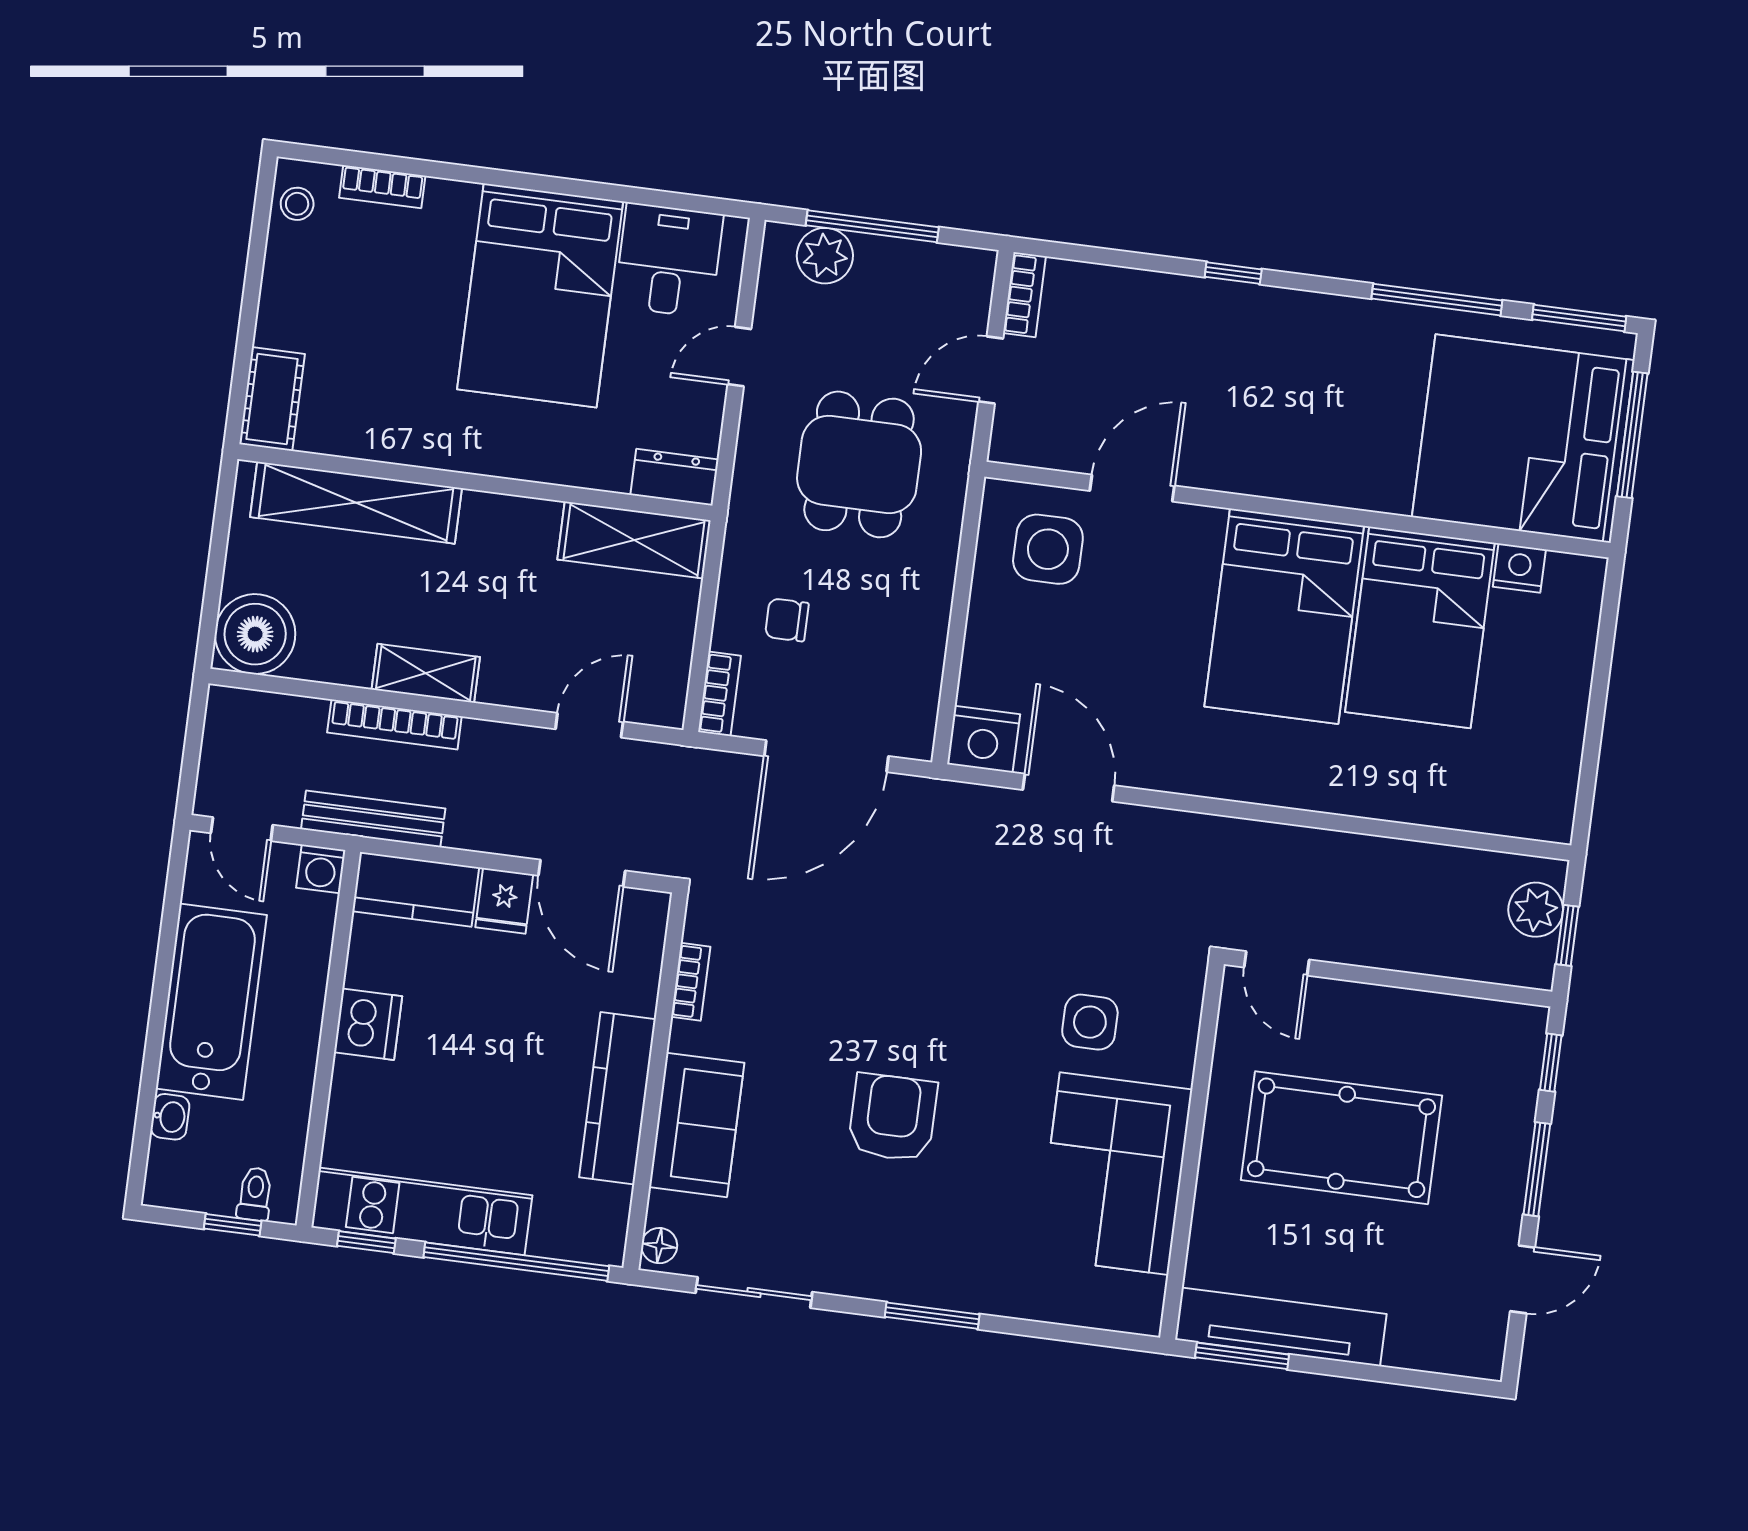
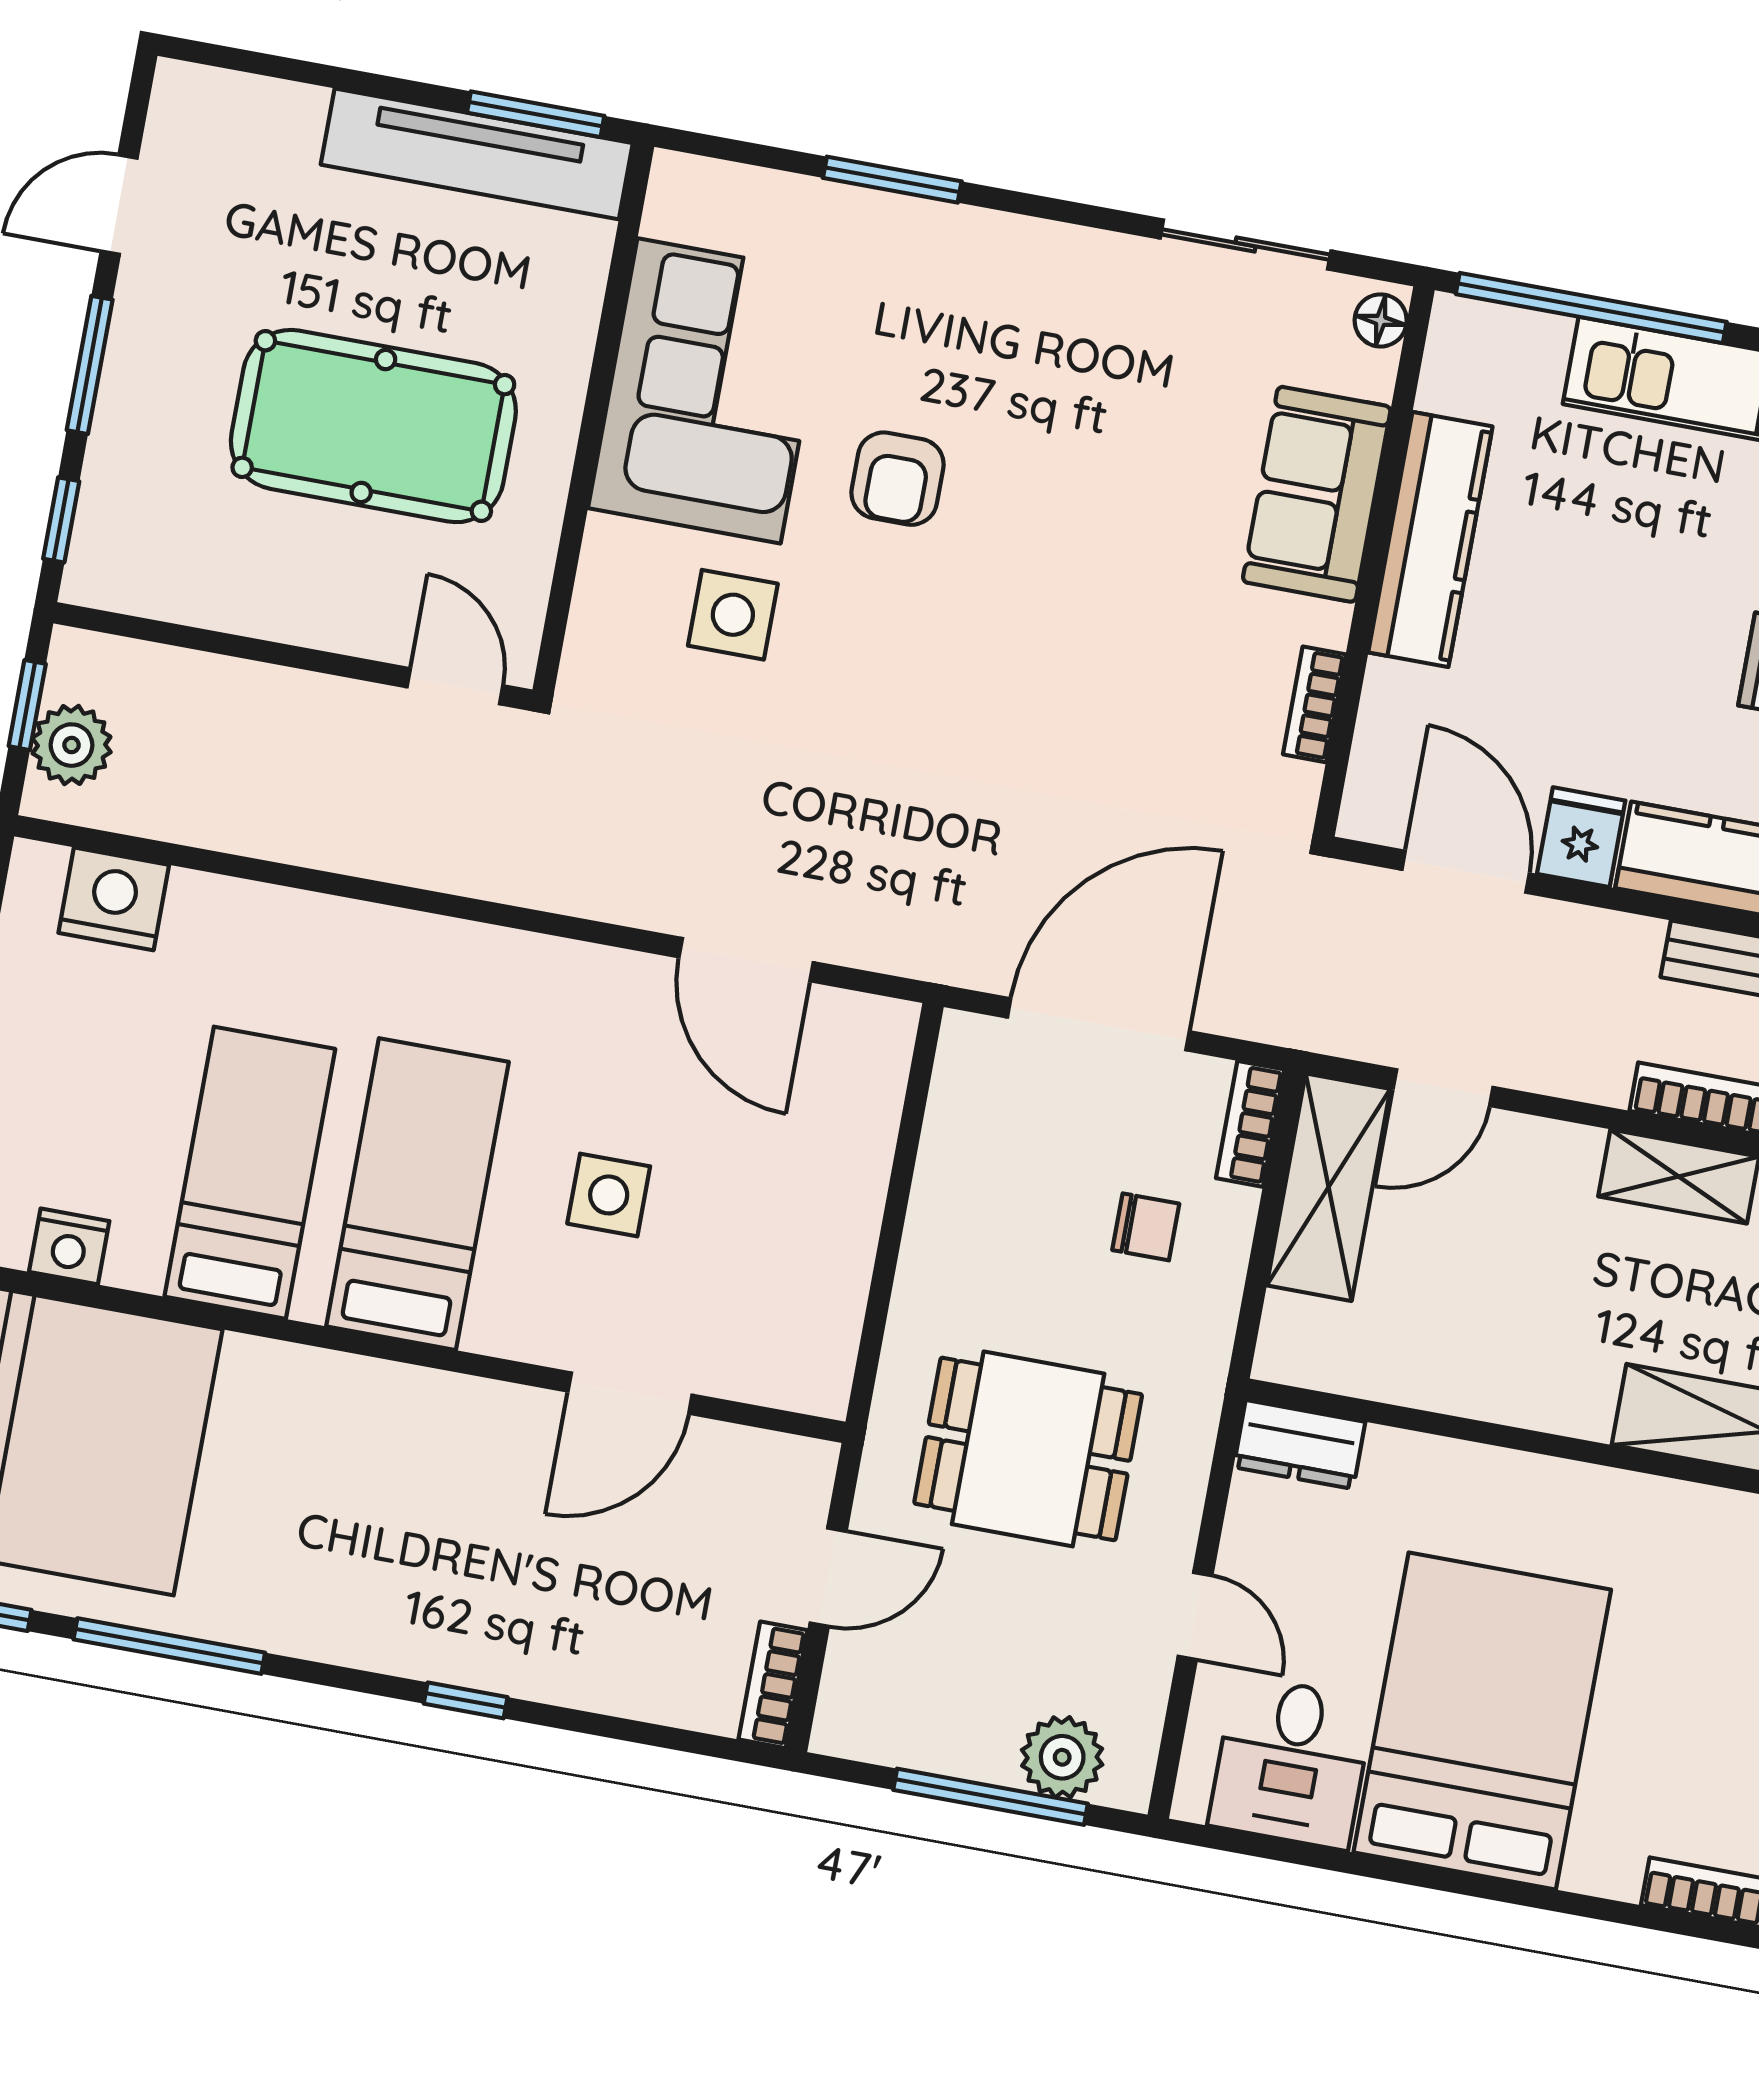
door: (739, 357) -> (1195, 1616), hinge flipped
dining table: (859, 464) -> (1028, 1449), turned 90
shelving: (634, 540) -> (1329, 1187), moved, turned 90
side table: (1048, 549) -> (609, 1195), moved, width x0.73, depth x0.73
bed: (1284, 616) -> (417, 1194), width x0.67
bed: (1420, 627) -> (250, 1173), width x0.67
nightstand: (984, 739) -> (114, 899), moved
armchair: (893, 1118) -> (897, 479), moved, width x0.72, depth x0.72
window: (932, 1316) -> (892, 180), moved

